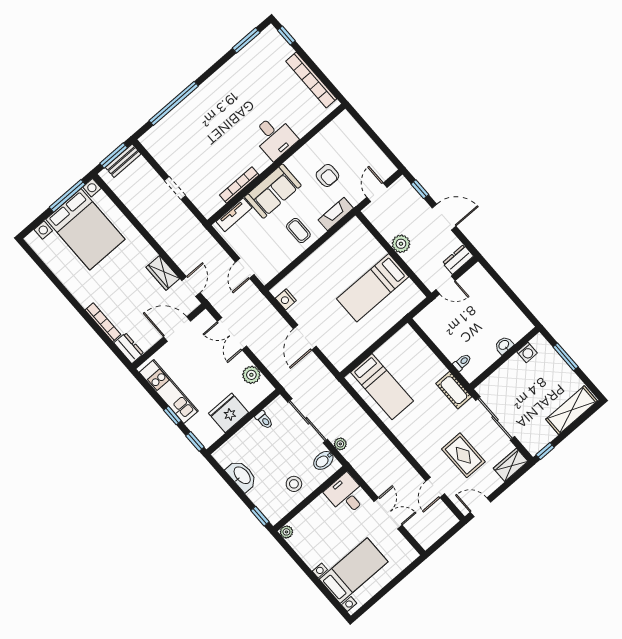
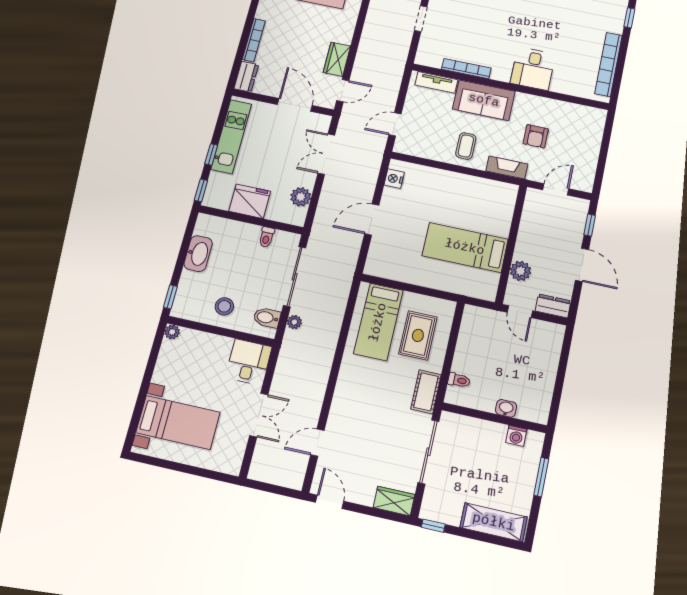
plant: (401, 244) -> (520, 271), moved
rug: (463, 455) -> (418, 335), moved

